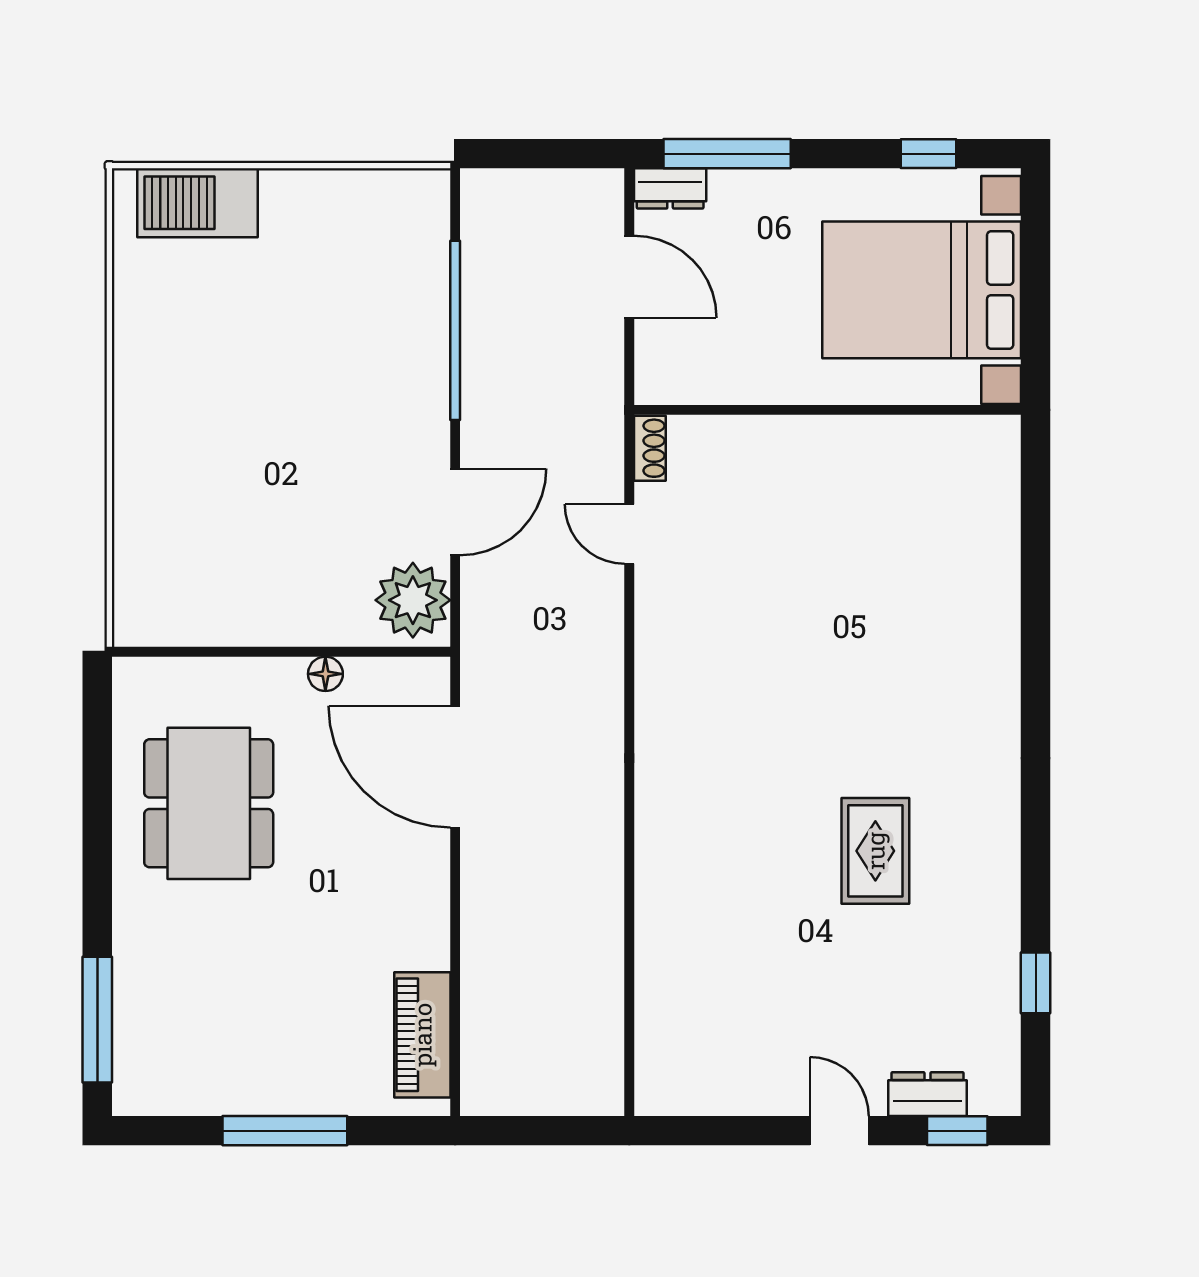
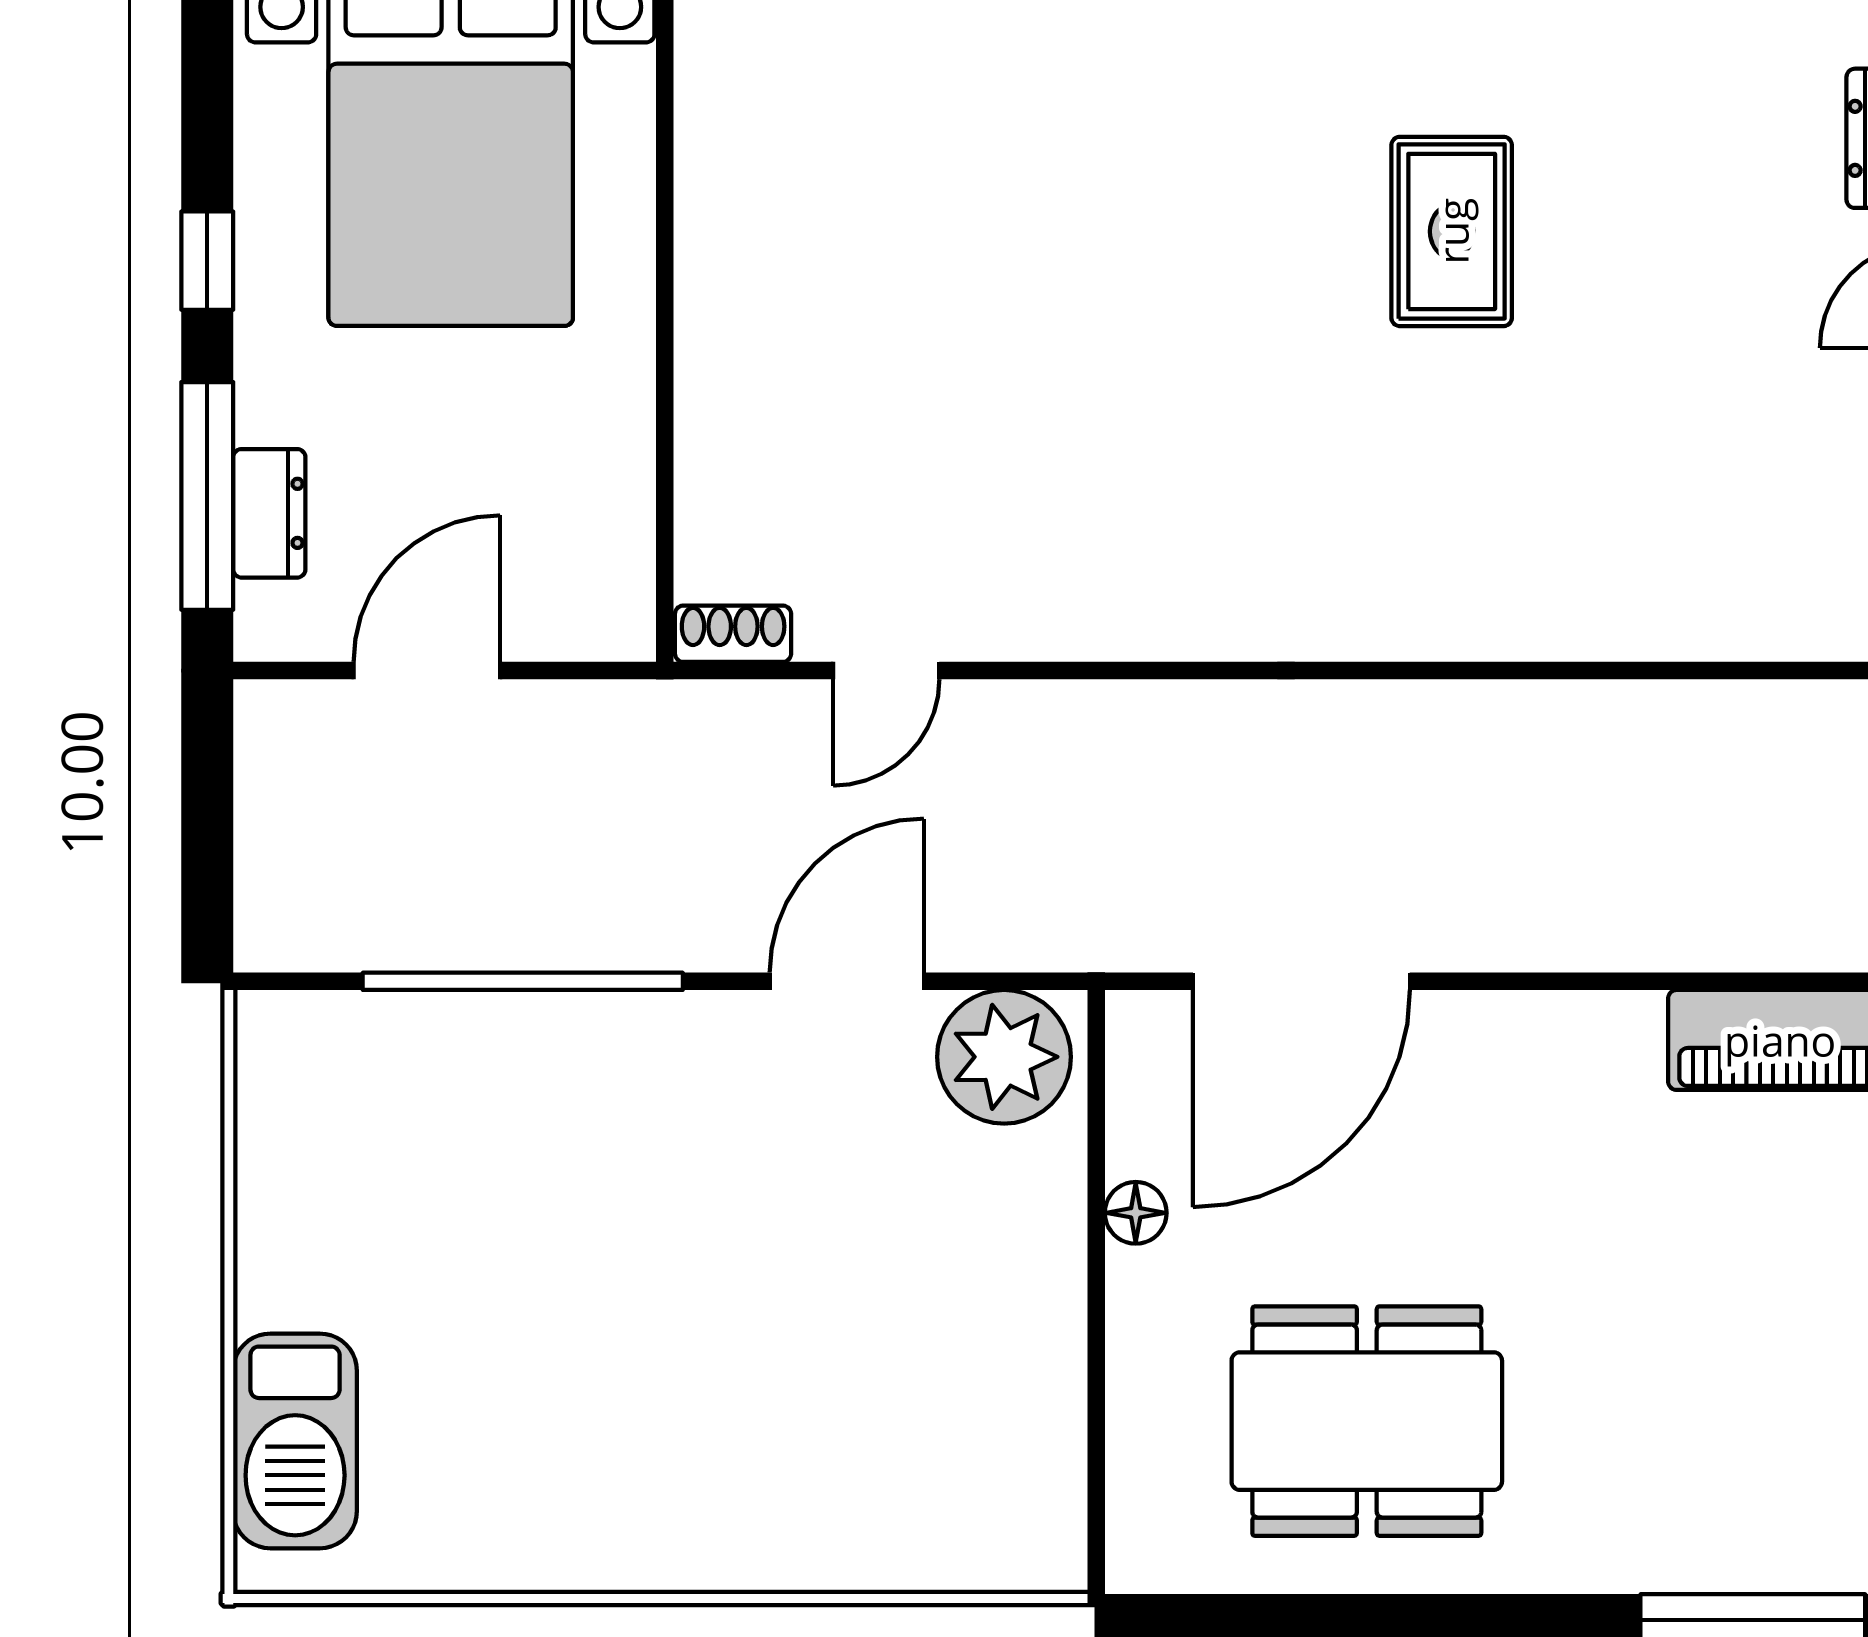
window: (929, 154) -> (207, 261), moved
dresser: (670, 188) -> (269, 513), moved
door: (455, 512) -> (847, 981), hinge flipped
rug: (875, 851) -> (1452, 231), turned 90

